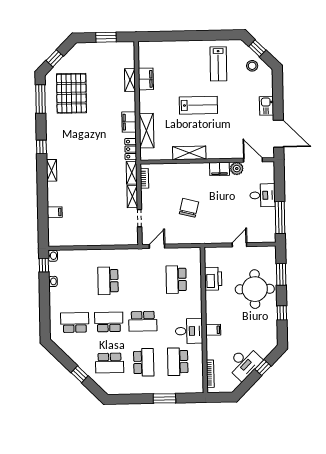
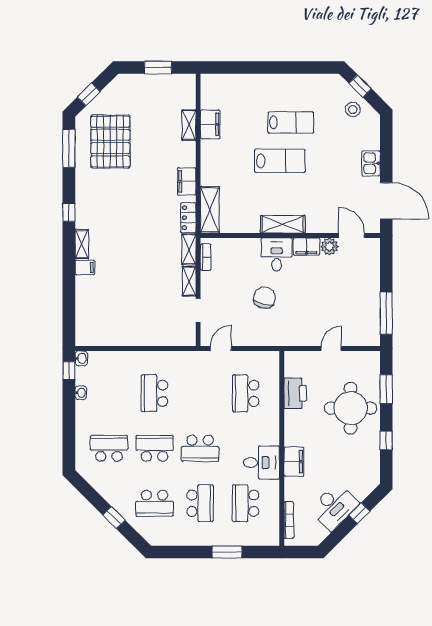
lab bench: (218, 64) -> (291, 122), moved, turned -90
shelving: (147, 131) -> (210, 210), moved
shelving: (189, 153) -> (283, 224), moved
desk: (263, 195) -> (277, 254), moved, turned -90
filing cabinet: (55, 212) -> (85, 267), moved
filing cabinet: (213, 330) -> (294, 462), width x2.00

